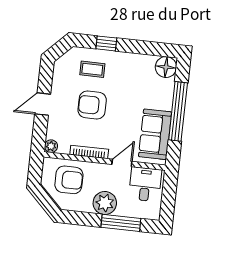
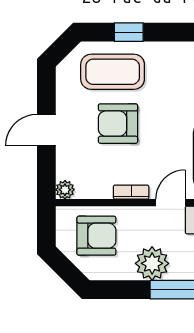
coffee table: (92, 69) -> (113, 72), width x1.86, depth x1.72
bookcase: (89, 152) -> (131, 192), width x0.64

